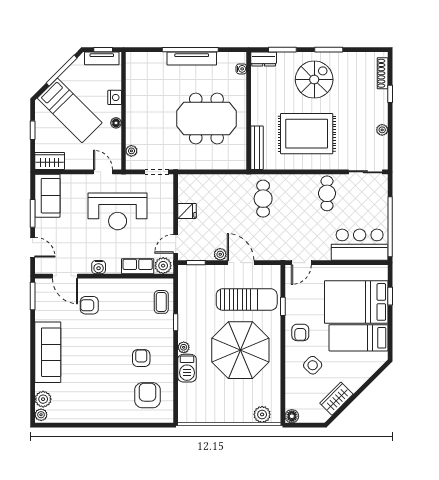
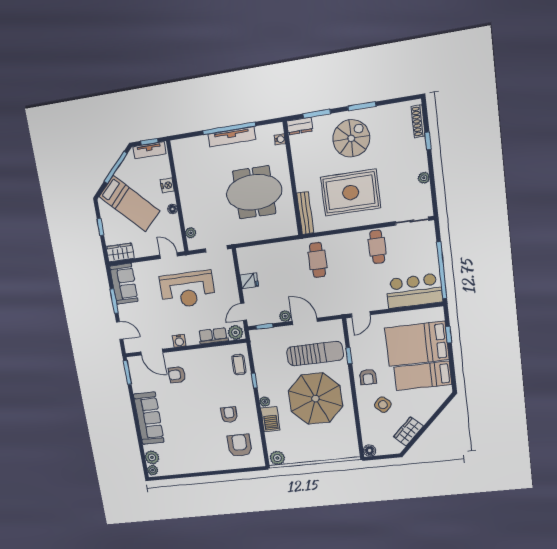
plant: (262, 414) -> (277, 458), moved

